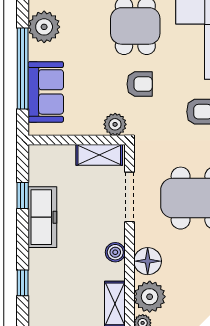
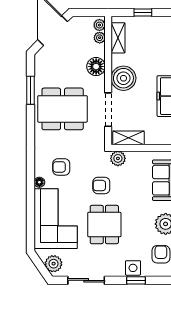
boiler: (115, 252) -> (123, 78), width x1.86, depth x1.86
plant: (150, 297) -> (100, 38), width x0.53, depth x0.53

